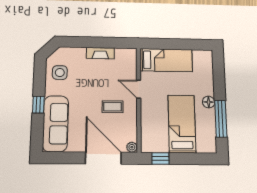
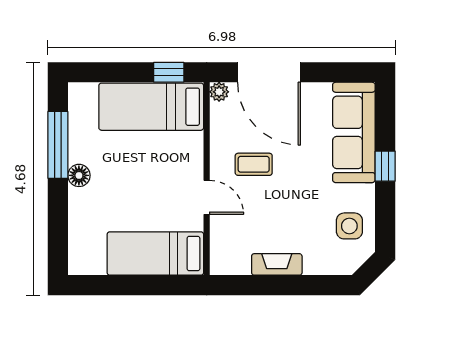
bed: (182, 124) -> (151, 107), moved, turned 90

